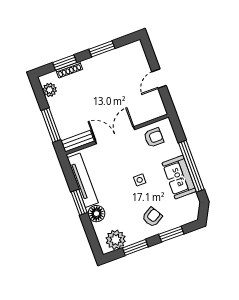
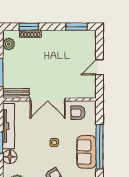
window: (102, 49) -> (77, 27), moved
double door: (115, 135) -> (48, 100), swing flipped
armchair: (154, 137) -> (78, 113), turned 180

